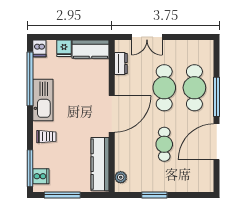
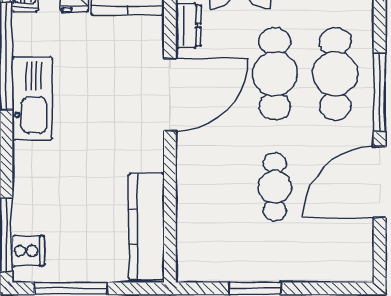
door: (112, 114) -> (170, 95), moved
trolley: (46, 137) -> (39, 172), removed
plant: (121, 177) -> (188, 253), removed

